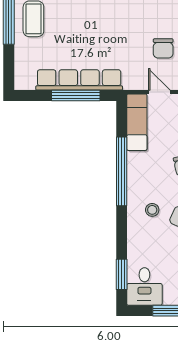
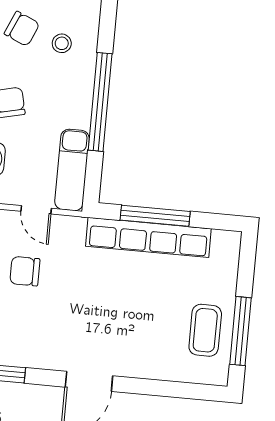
chair: (163, 48) -> (25, 271), turned -90

